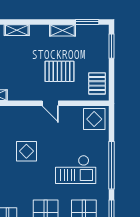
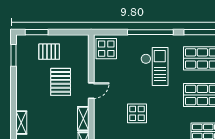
shelving: (63, 30) -> (83, 119), moved
pallet: (97, 83) -> (49, 52), moved

